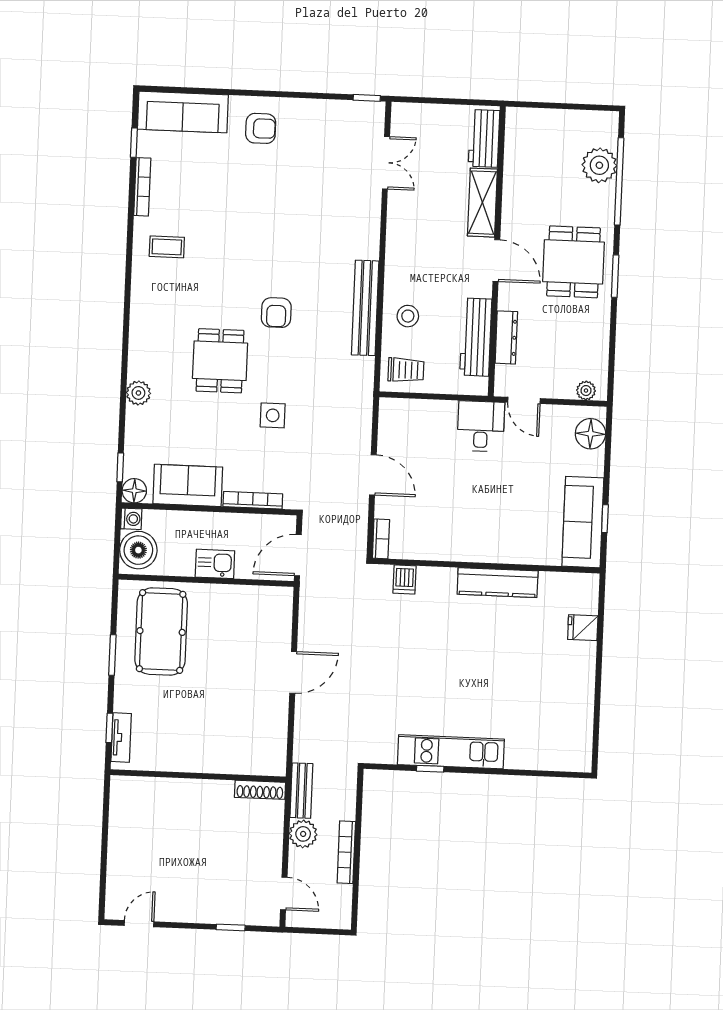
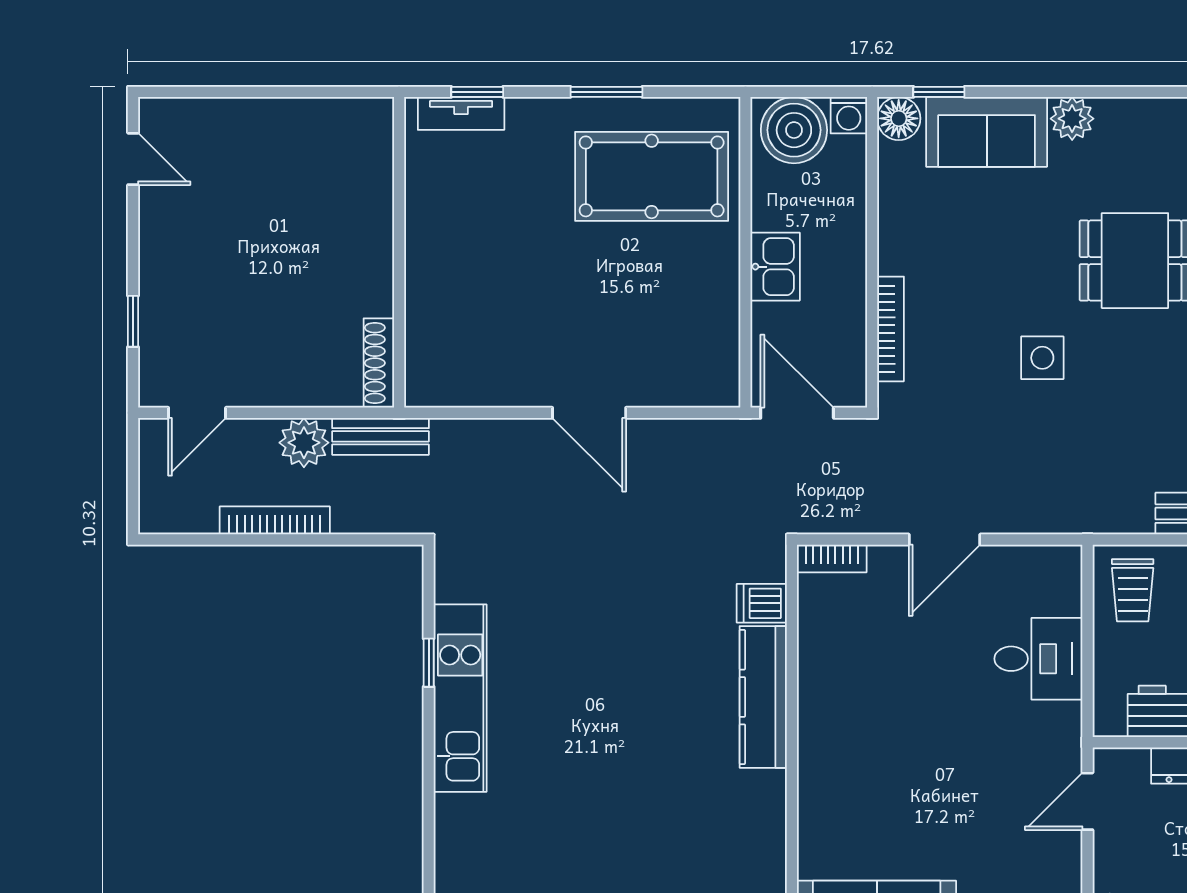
desk: (481, 426) -> (1038, 659), moved
sofa: (188, 485) -> (987, 132), moved, turned 90
kitchen counter: (498, 583) -> (763, 697), moved

